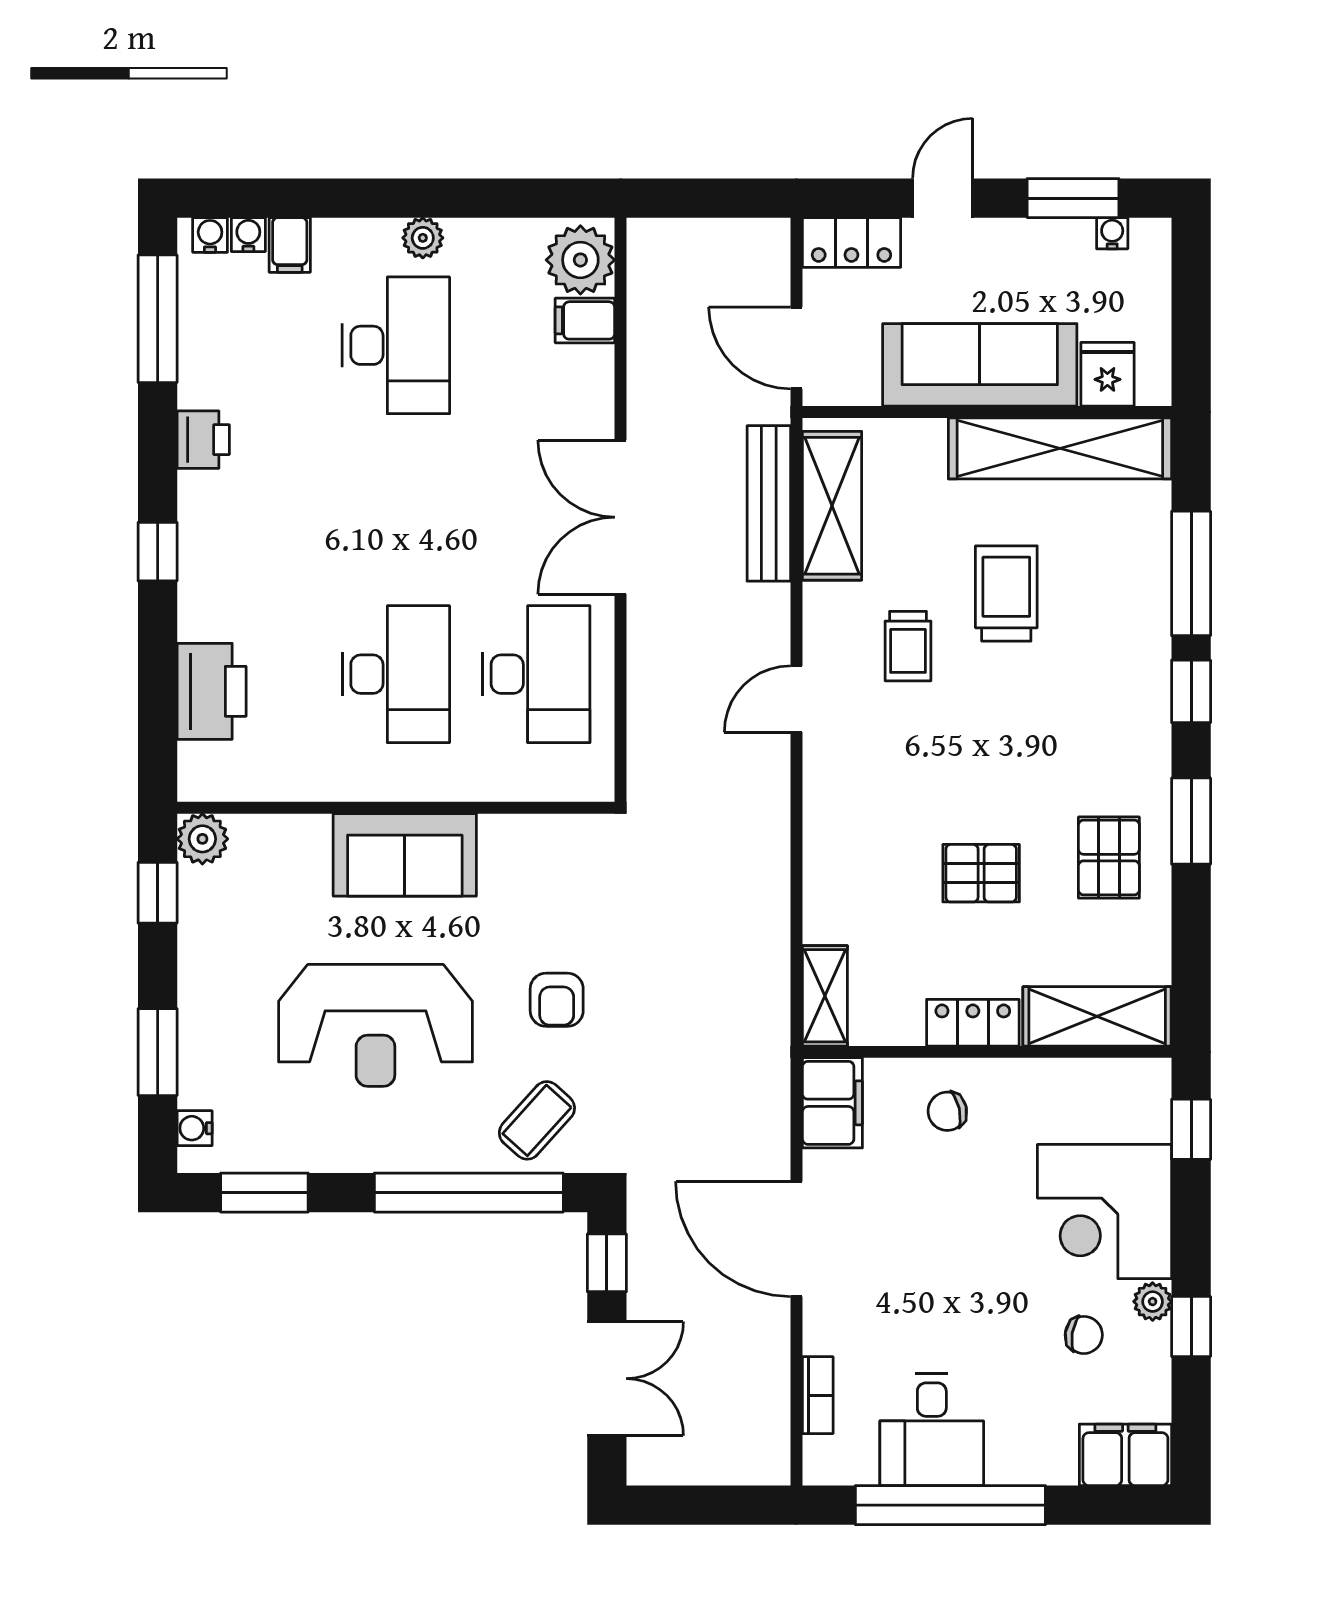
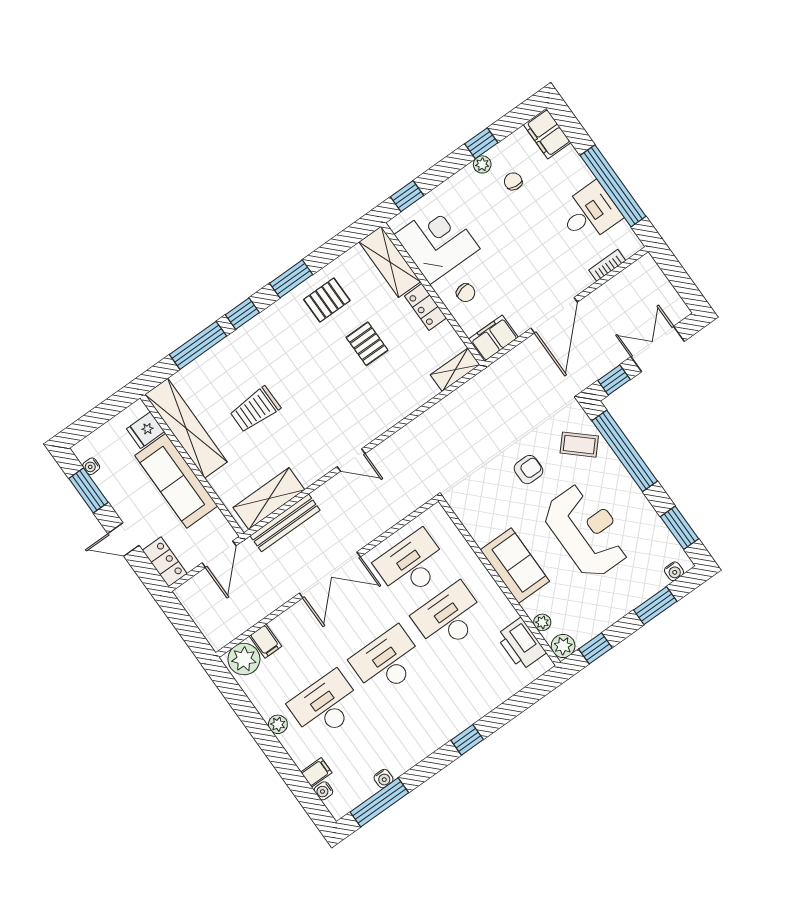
water cooler: (210, 235) -> (384, 779), moved, turned -90
printer: (203, 440) -> (413, 753), removed
desk: (396, 510) -> (387, 661), added
trolley: (908, 646) -> (301, 432), removed
printer: (212, 691) -> (521, 644), moved, turned -90
plant: (270, 832) -> (542, 622), added
corner desk: (1104, 1212) -> (437, 242), moved, turned -90

